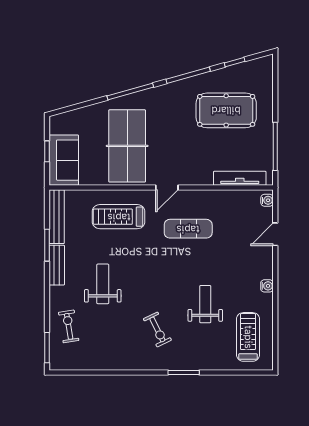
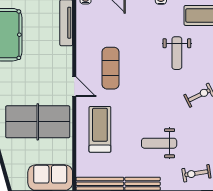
treadmill: (119, 217) -> (100, 129), turned 180
weight bench: (205, 304) -> (177, 53), turned -90

